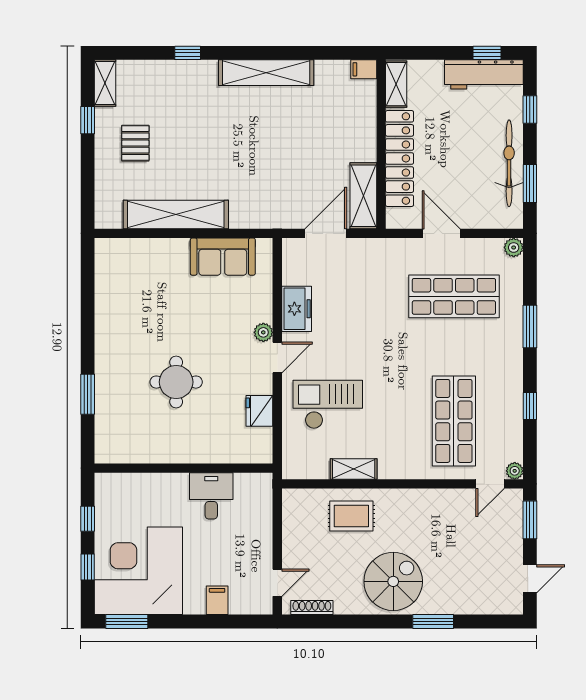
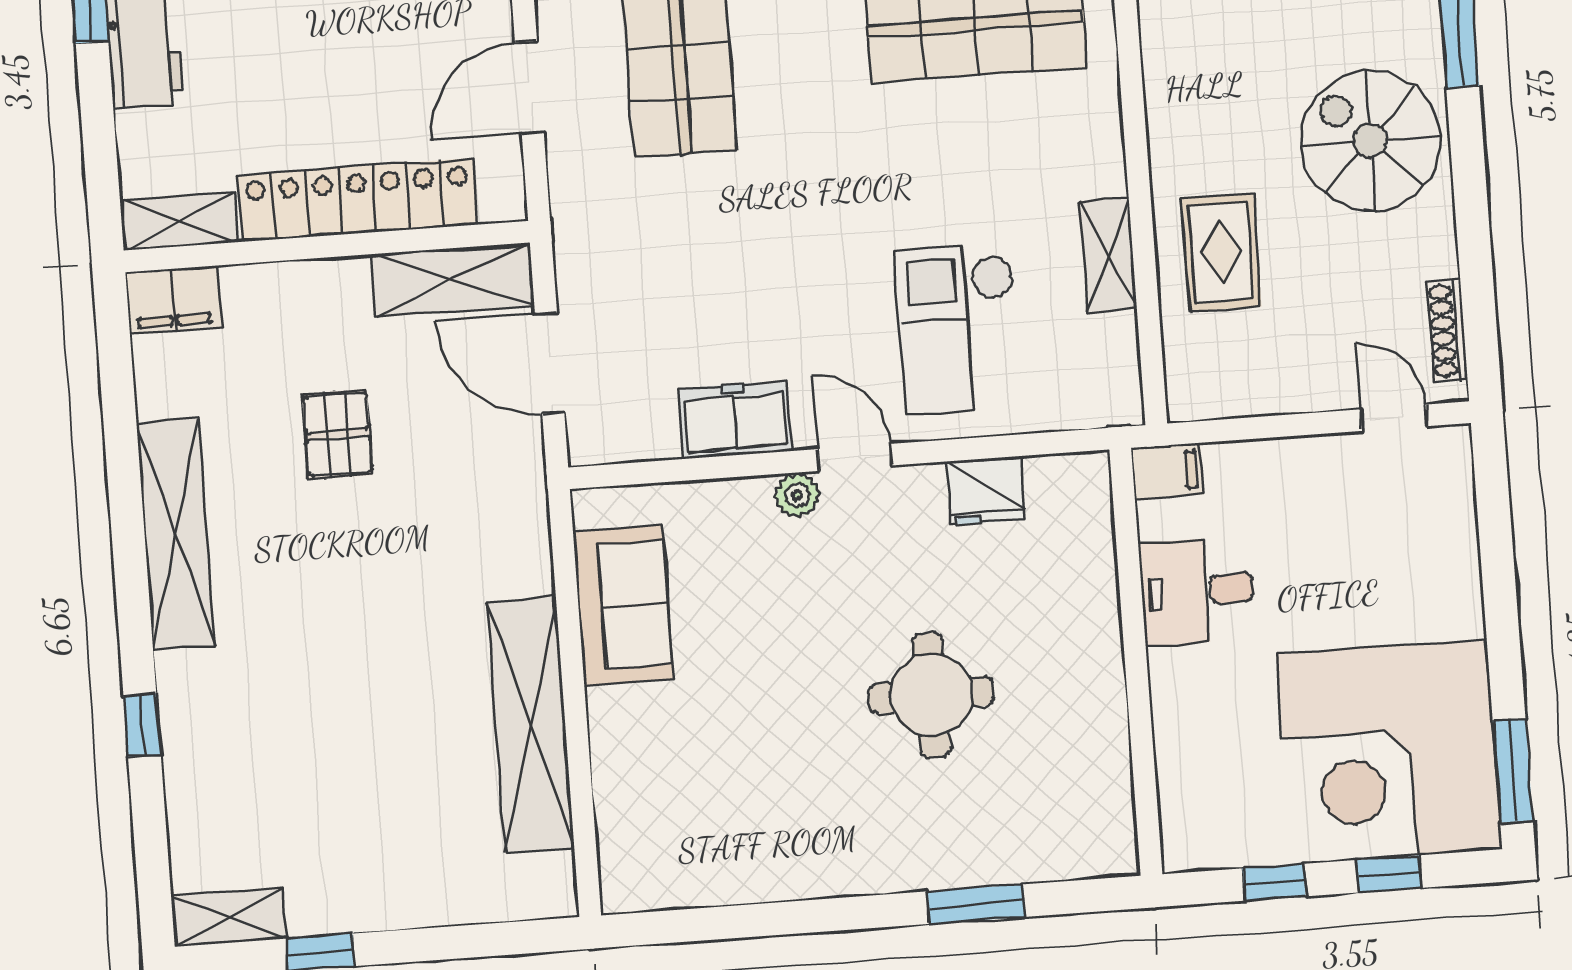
filing cabinet: (364, 69) -> (173, 299), width x2.00
pallet: (135, 143) -> (337, 434), moved, turned 90
filing cabinet: (217, 600) -> (1167, 471), moved, turned 180

